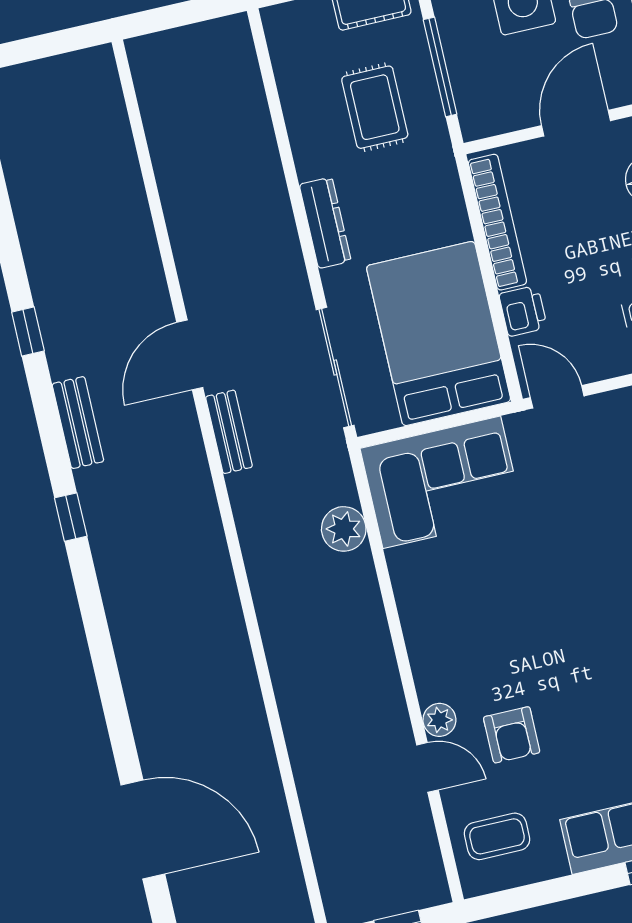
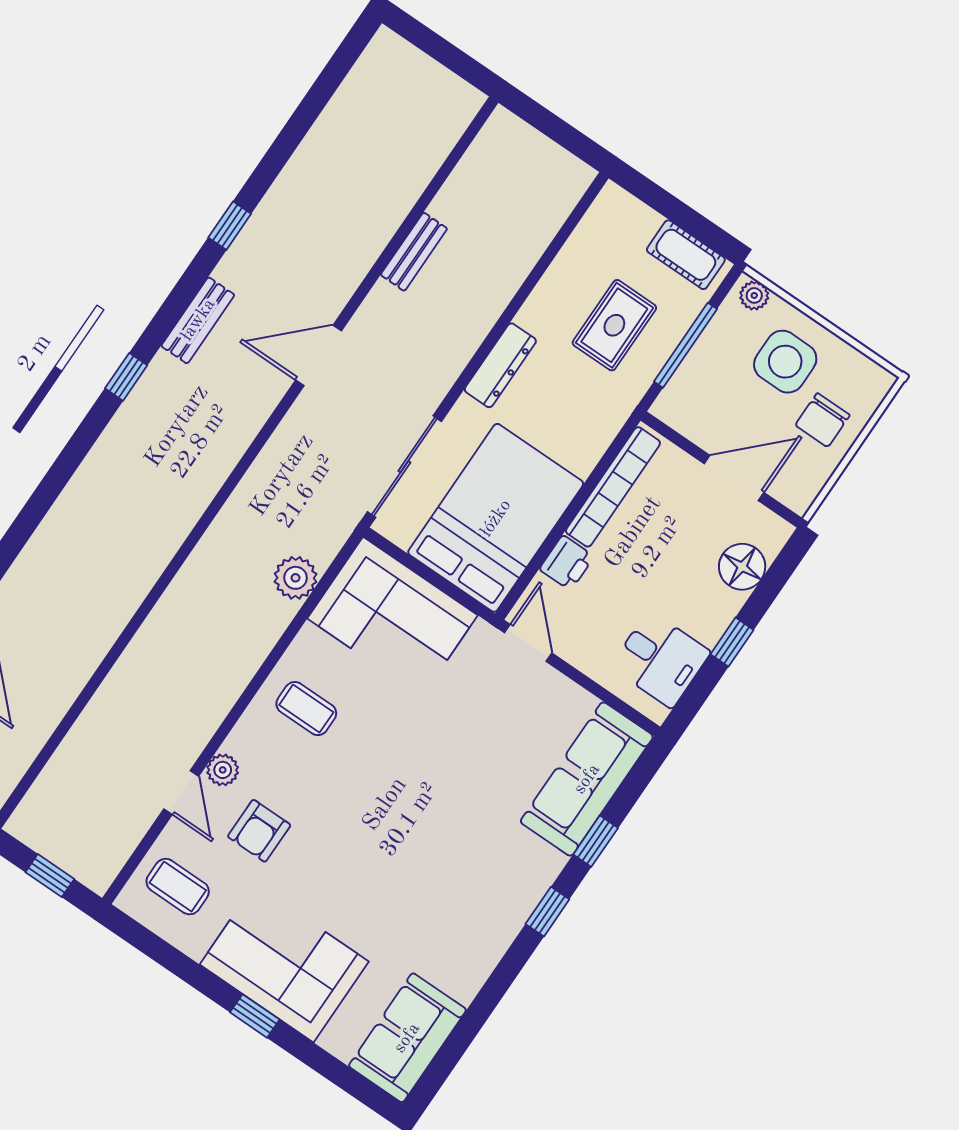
bench: (229, 432) -> (414, 252), moved
coffee table: (451, 613) -> (306, 709), added

